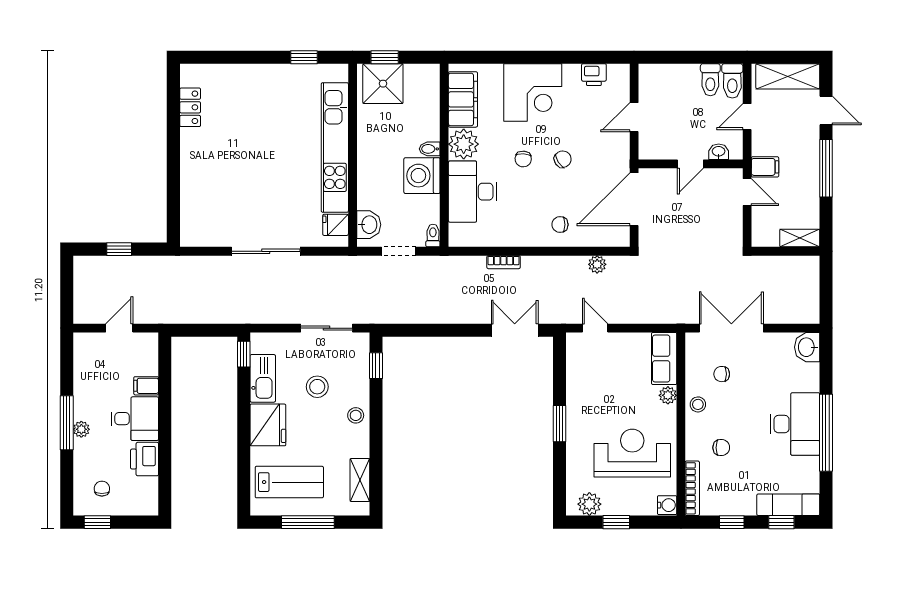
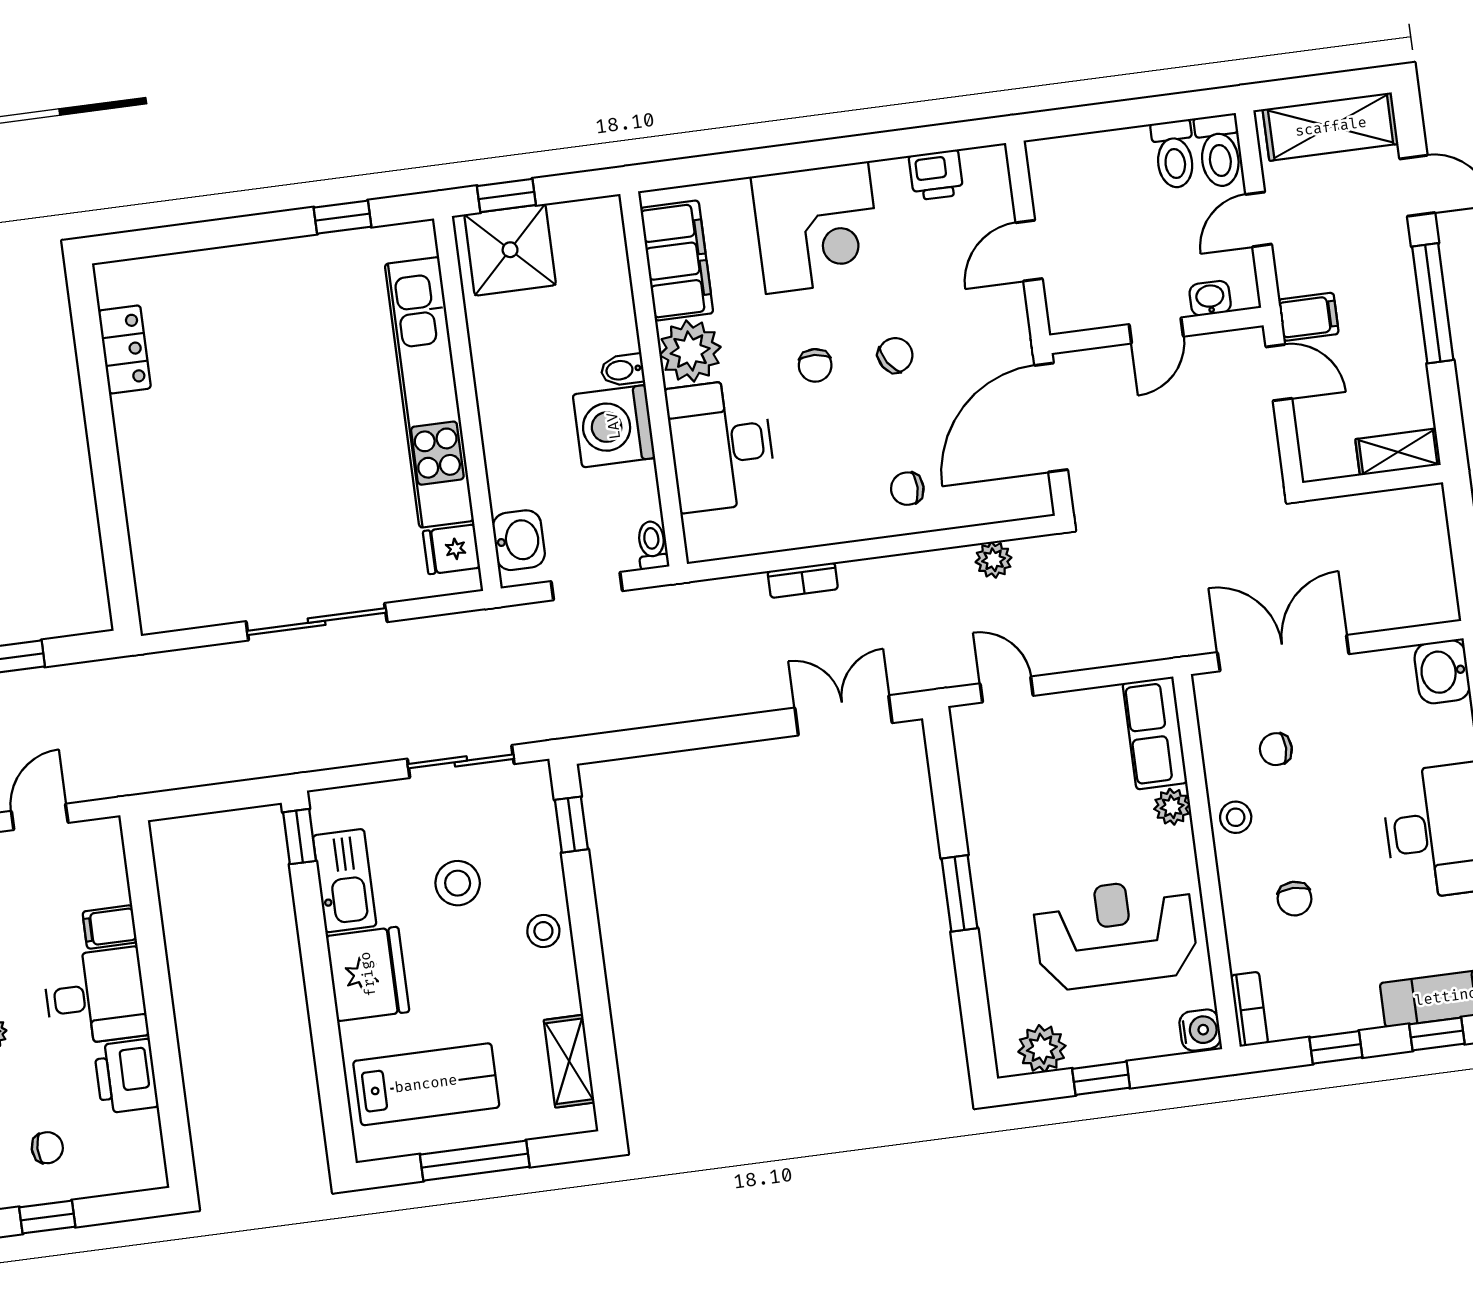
chair: (721, 448) -> (1295, 899), turned 90
bookcase: (692, 488) -> (1249, 1009), width x0.64
chair: (102, 489) -> (47, 1148), turned 90

